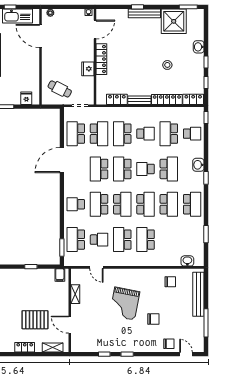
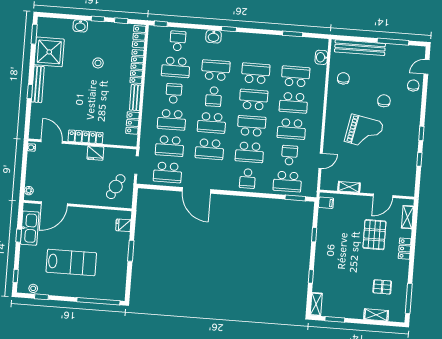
school desk: (99, 134) -> (170, 146), turned 180
school desk: (192, 204) -> (296, 76), moved

